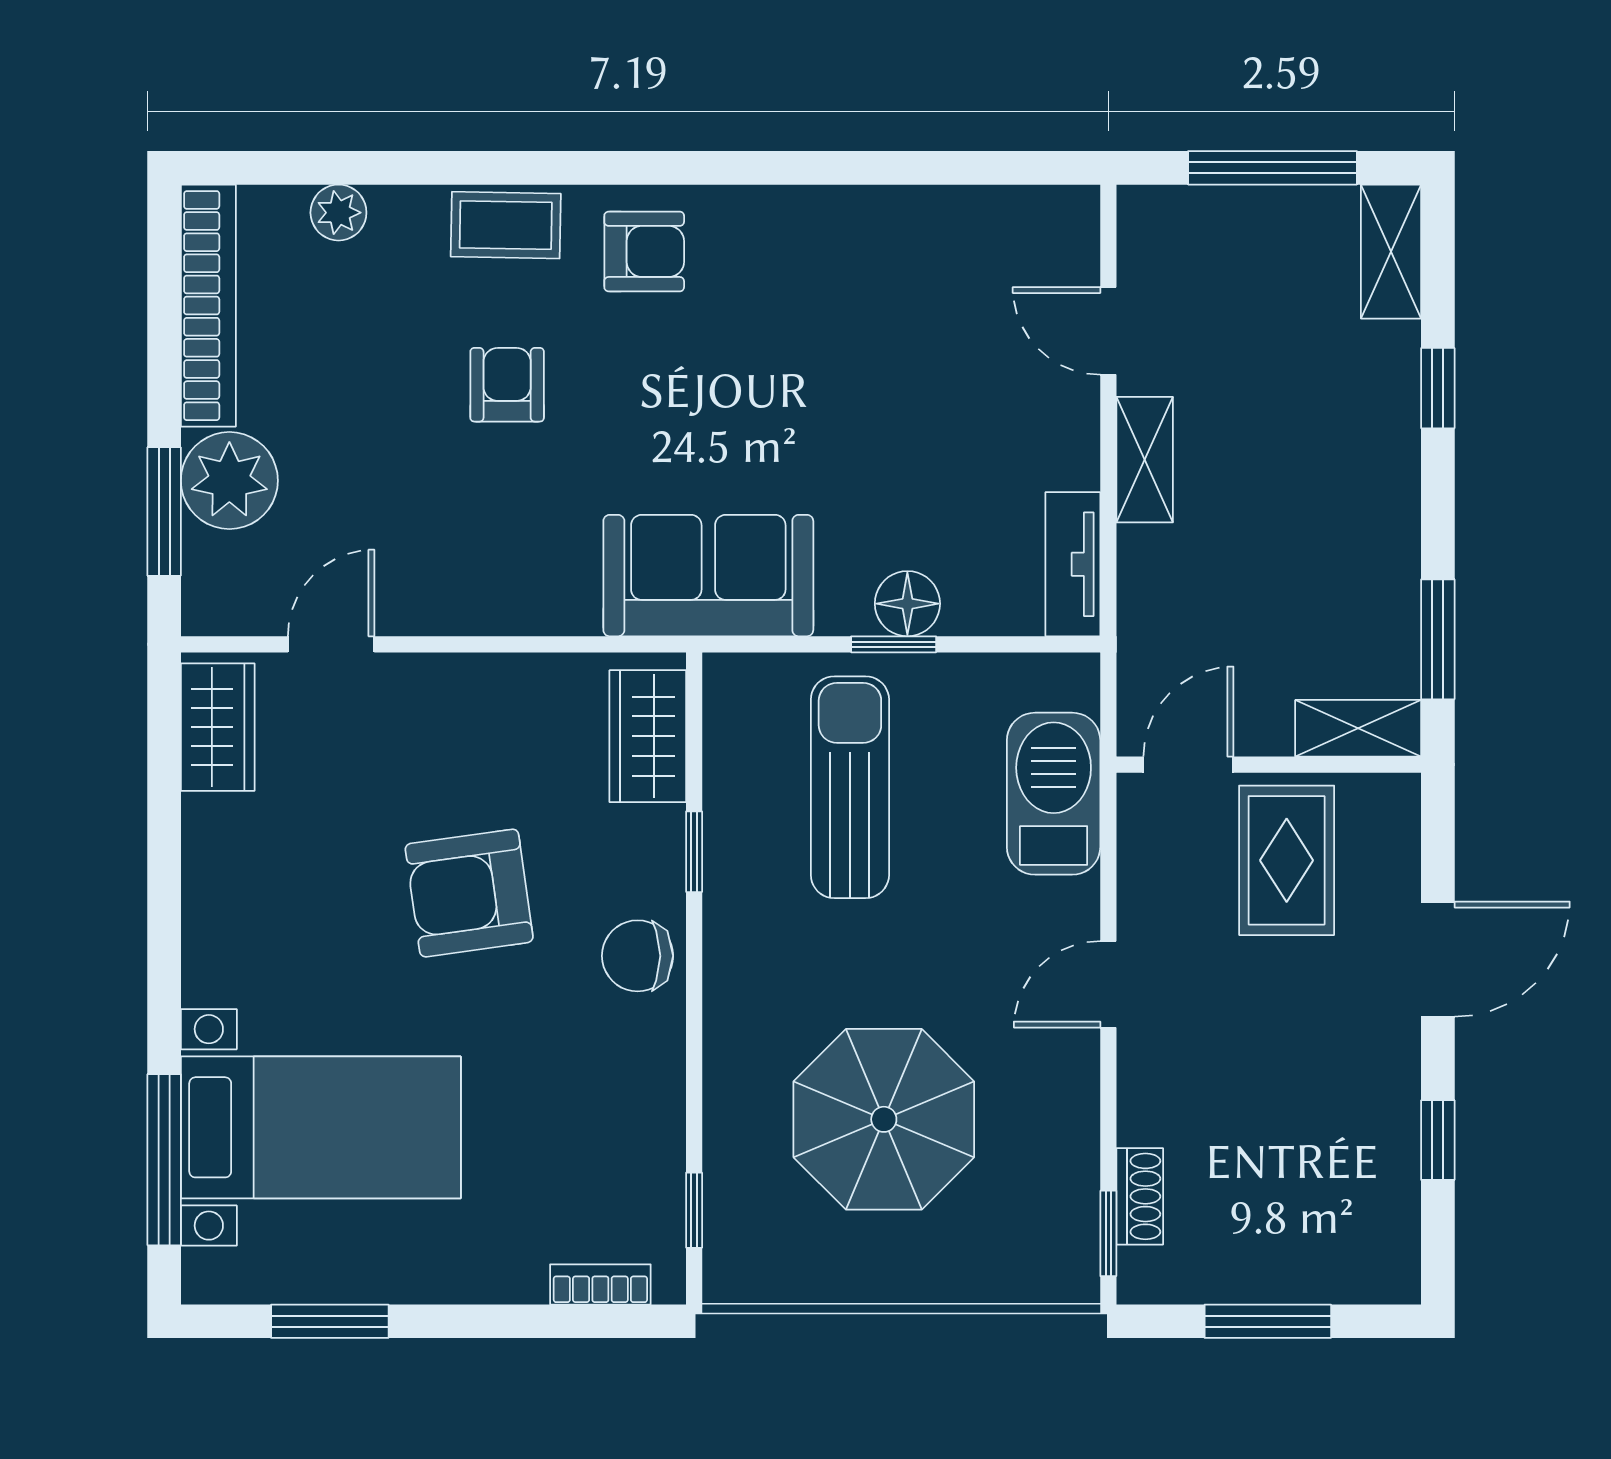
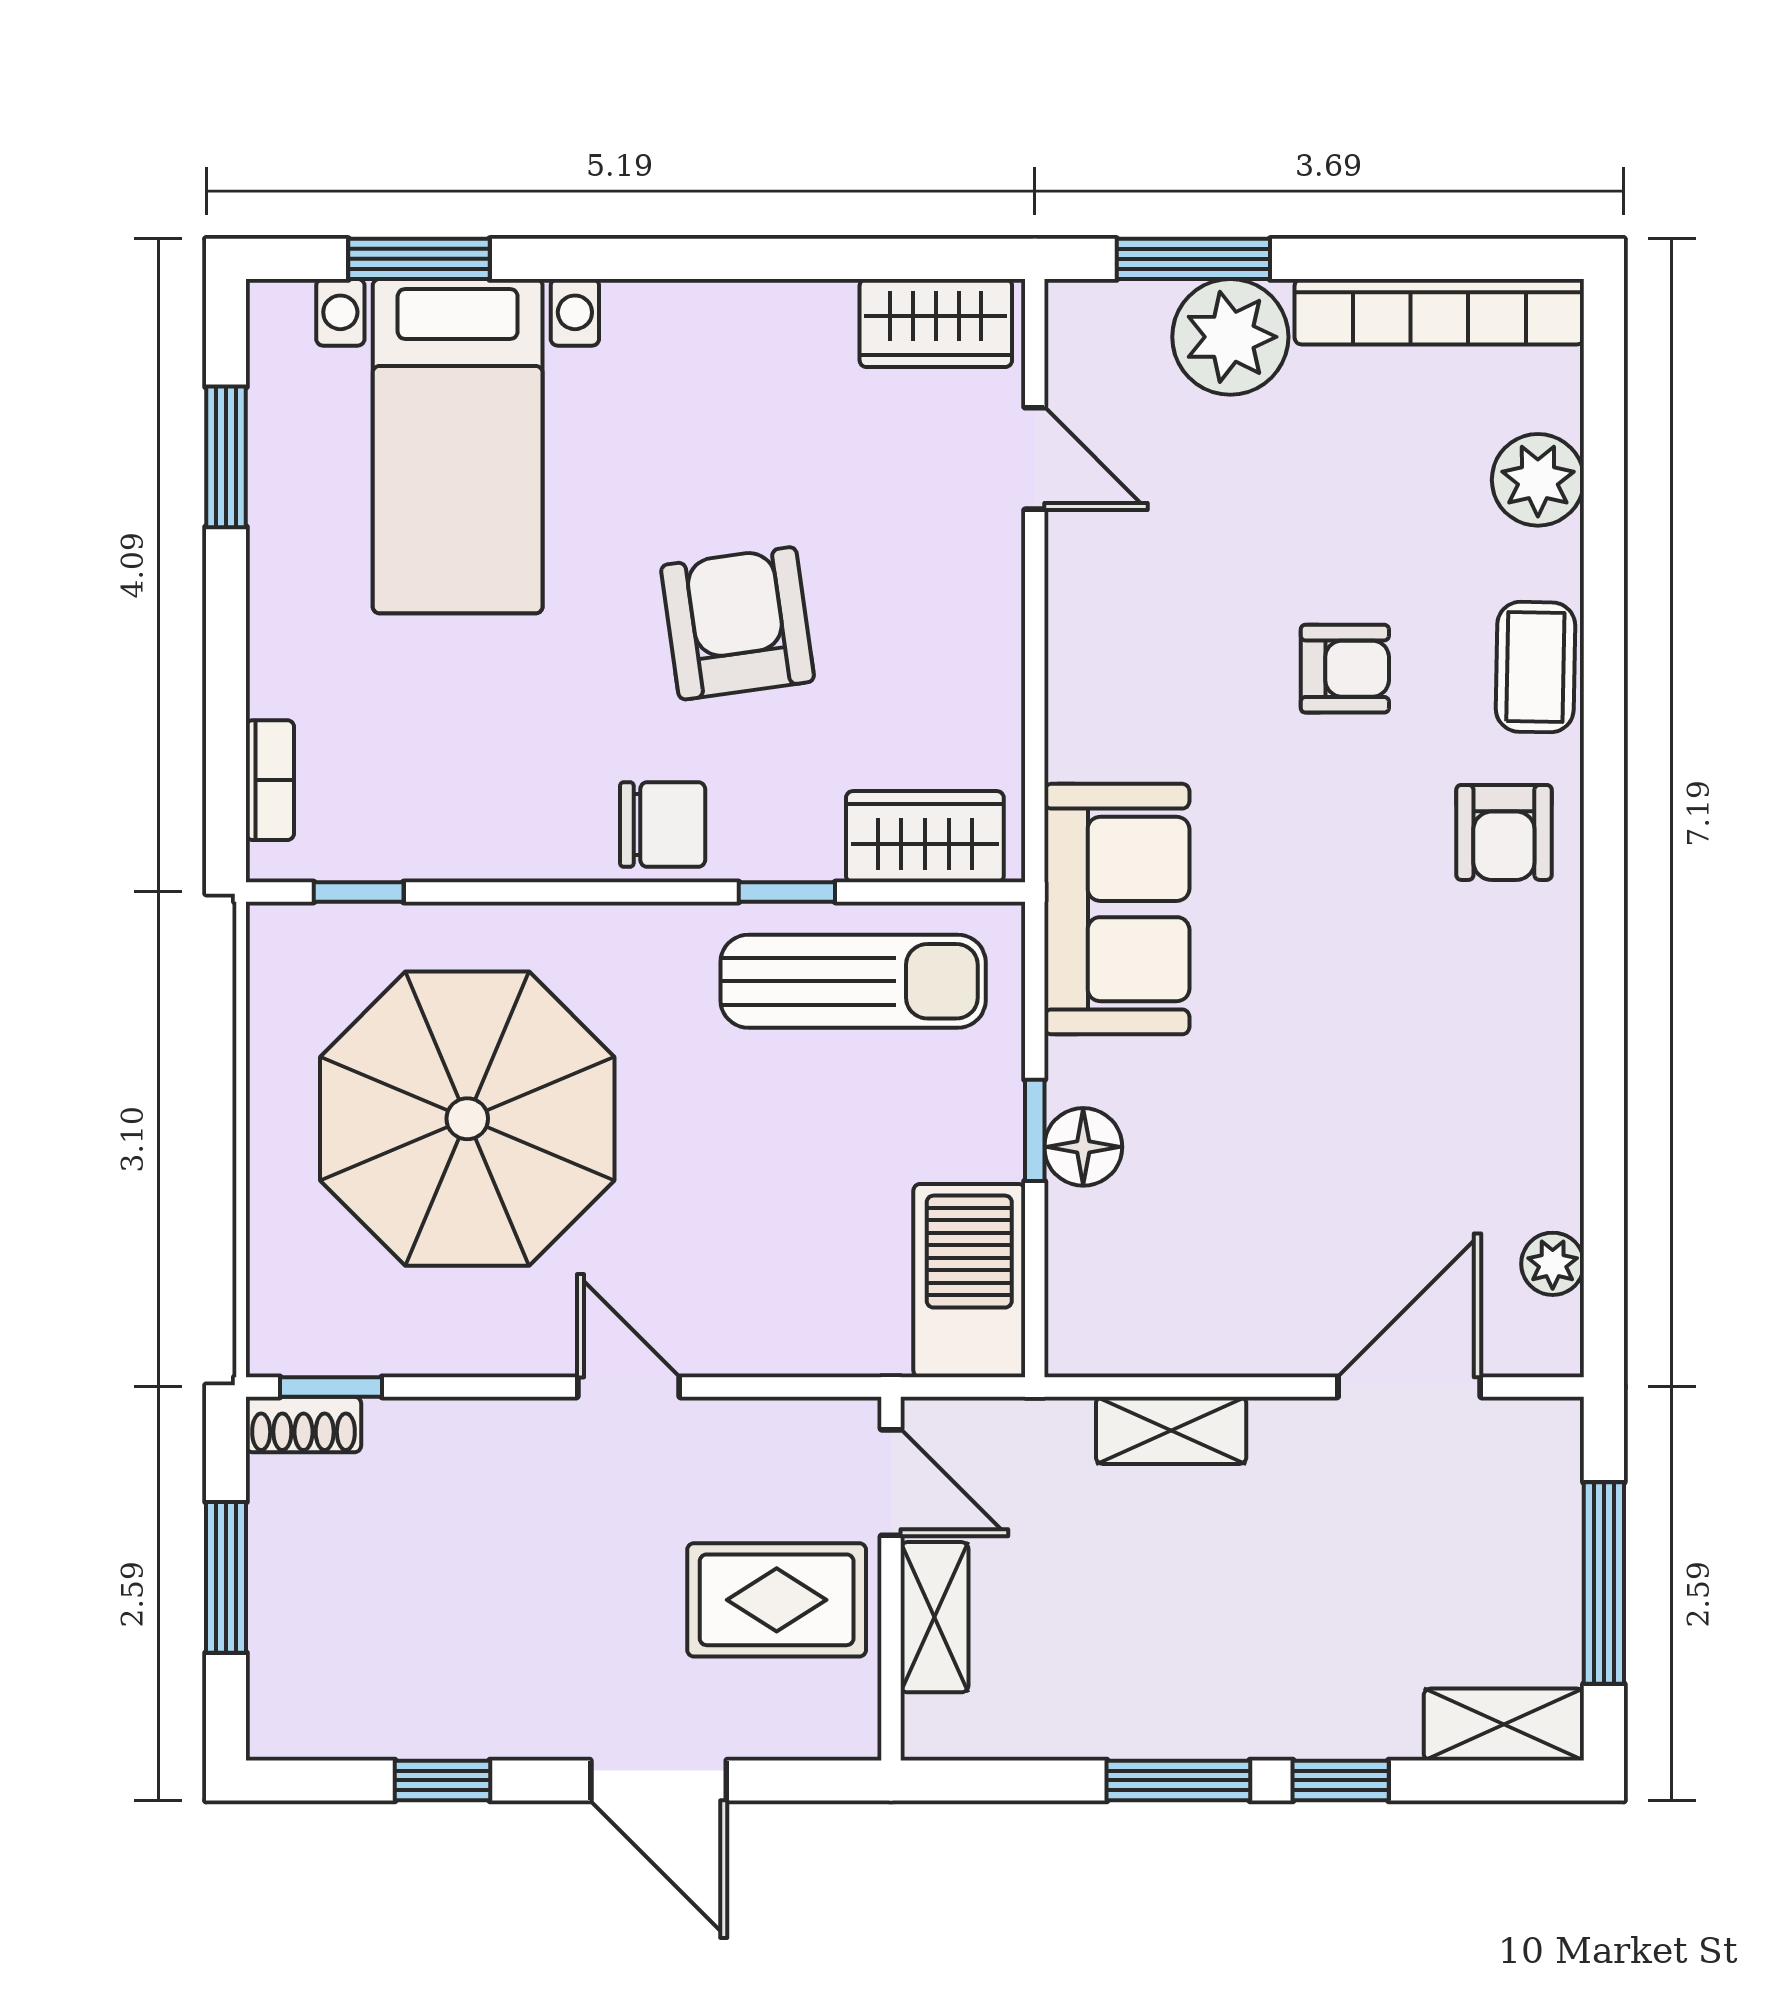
plant: (1005, 211) -> (1553, 1264), added
plant: (338, 213) -> (1538, 480), width x1.38, depth x1.38
door: (1108, 331) -> (1409, 1387), width x1.38
shelving: (1145, 460) -> (1171, 1430), moved
tv unit: (1073, 564) -> (1130, 1344), removed
window: (1438, 639) -> (1178, 1780), moved
shelving: (1358, 728) -> (934, 1617), moved
sun lounger: (850, 787) -> (853, 981), moved
barbecue: (1054, 794) -> (969, 1281), moved, turned -90
chair: (638, 956) -> (663, 824), turned 90
parasol: (884, 1119) -> (467, 1119), width x1.36, depth x1.36
window: (164, 1160) -> (419, 259), width x0.69
shoe rack: (1140, 1196) -> (304, 1424), moved

